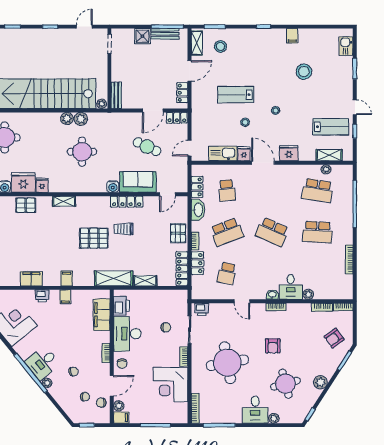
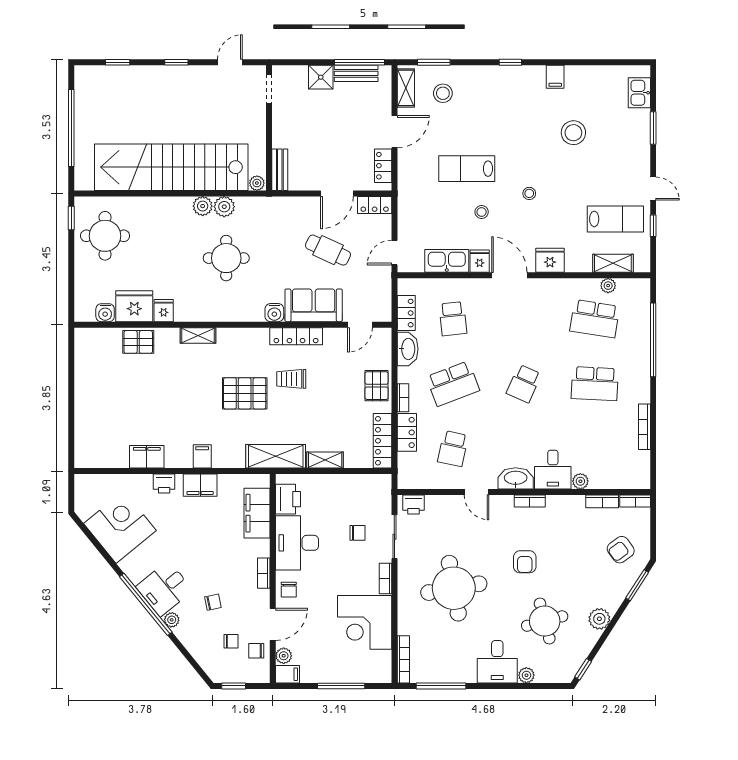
school desk: (272, 232) -> (524, 384), width x0.54
washbasin: (272, 295) -> (516, 478), width x1.91, depth x1.45
filing cabinet: (65, 297) -> (200, 485), width x2.00

